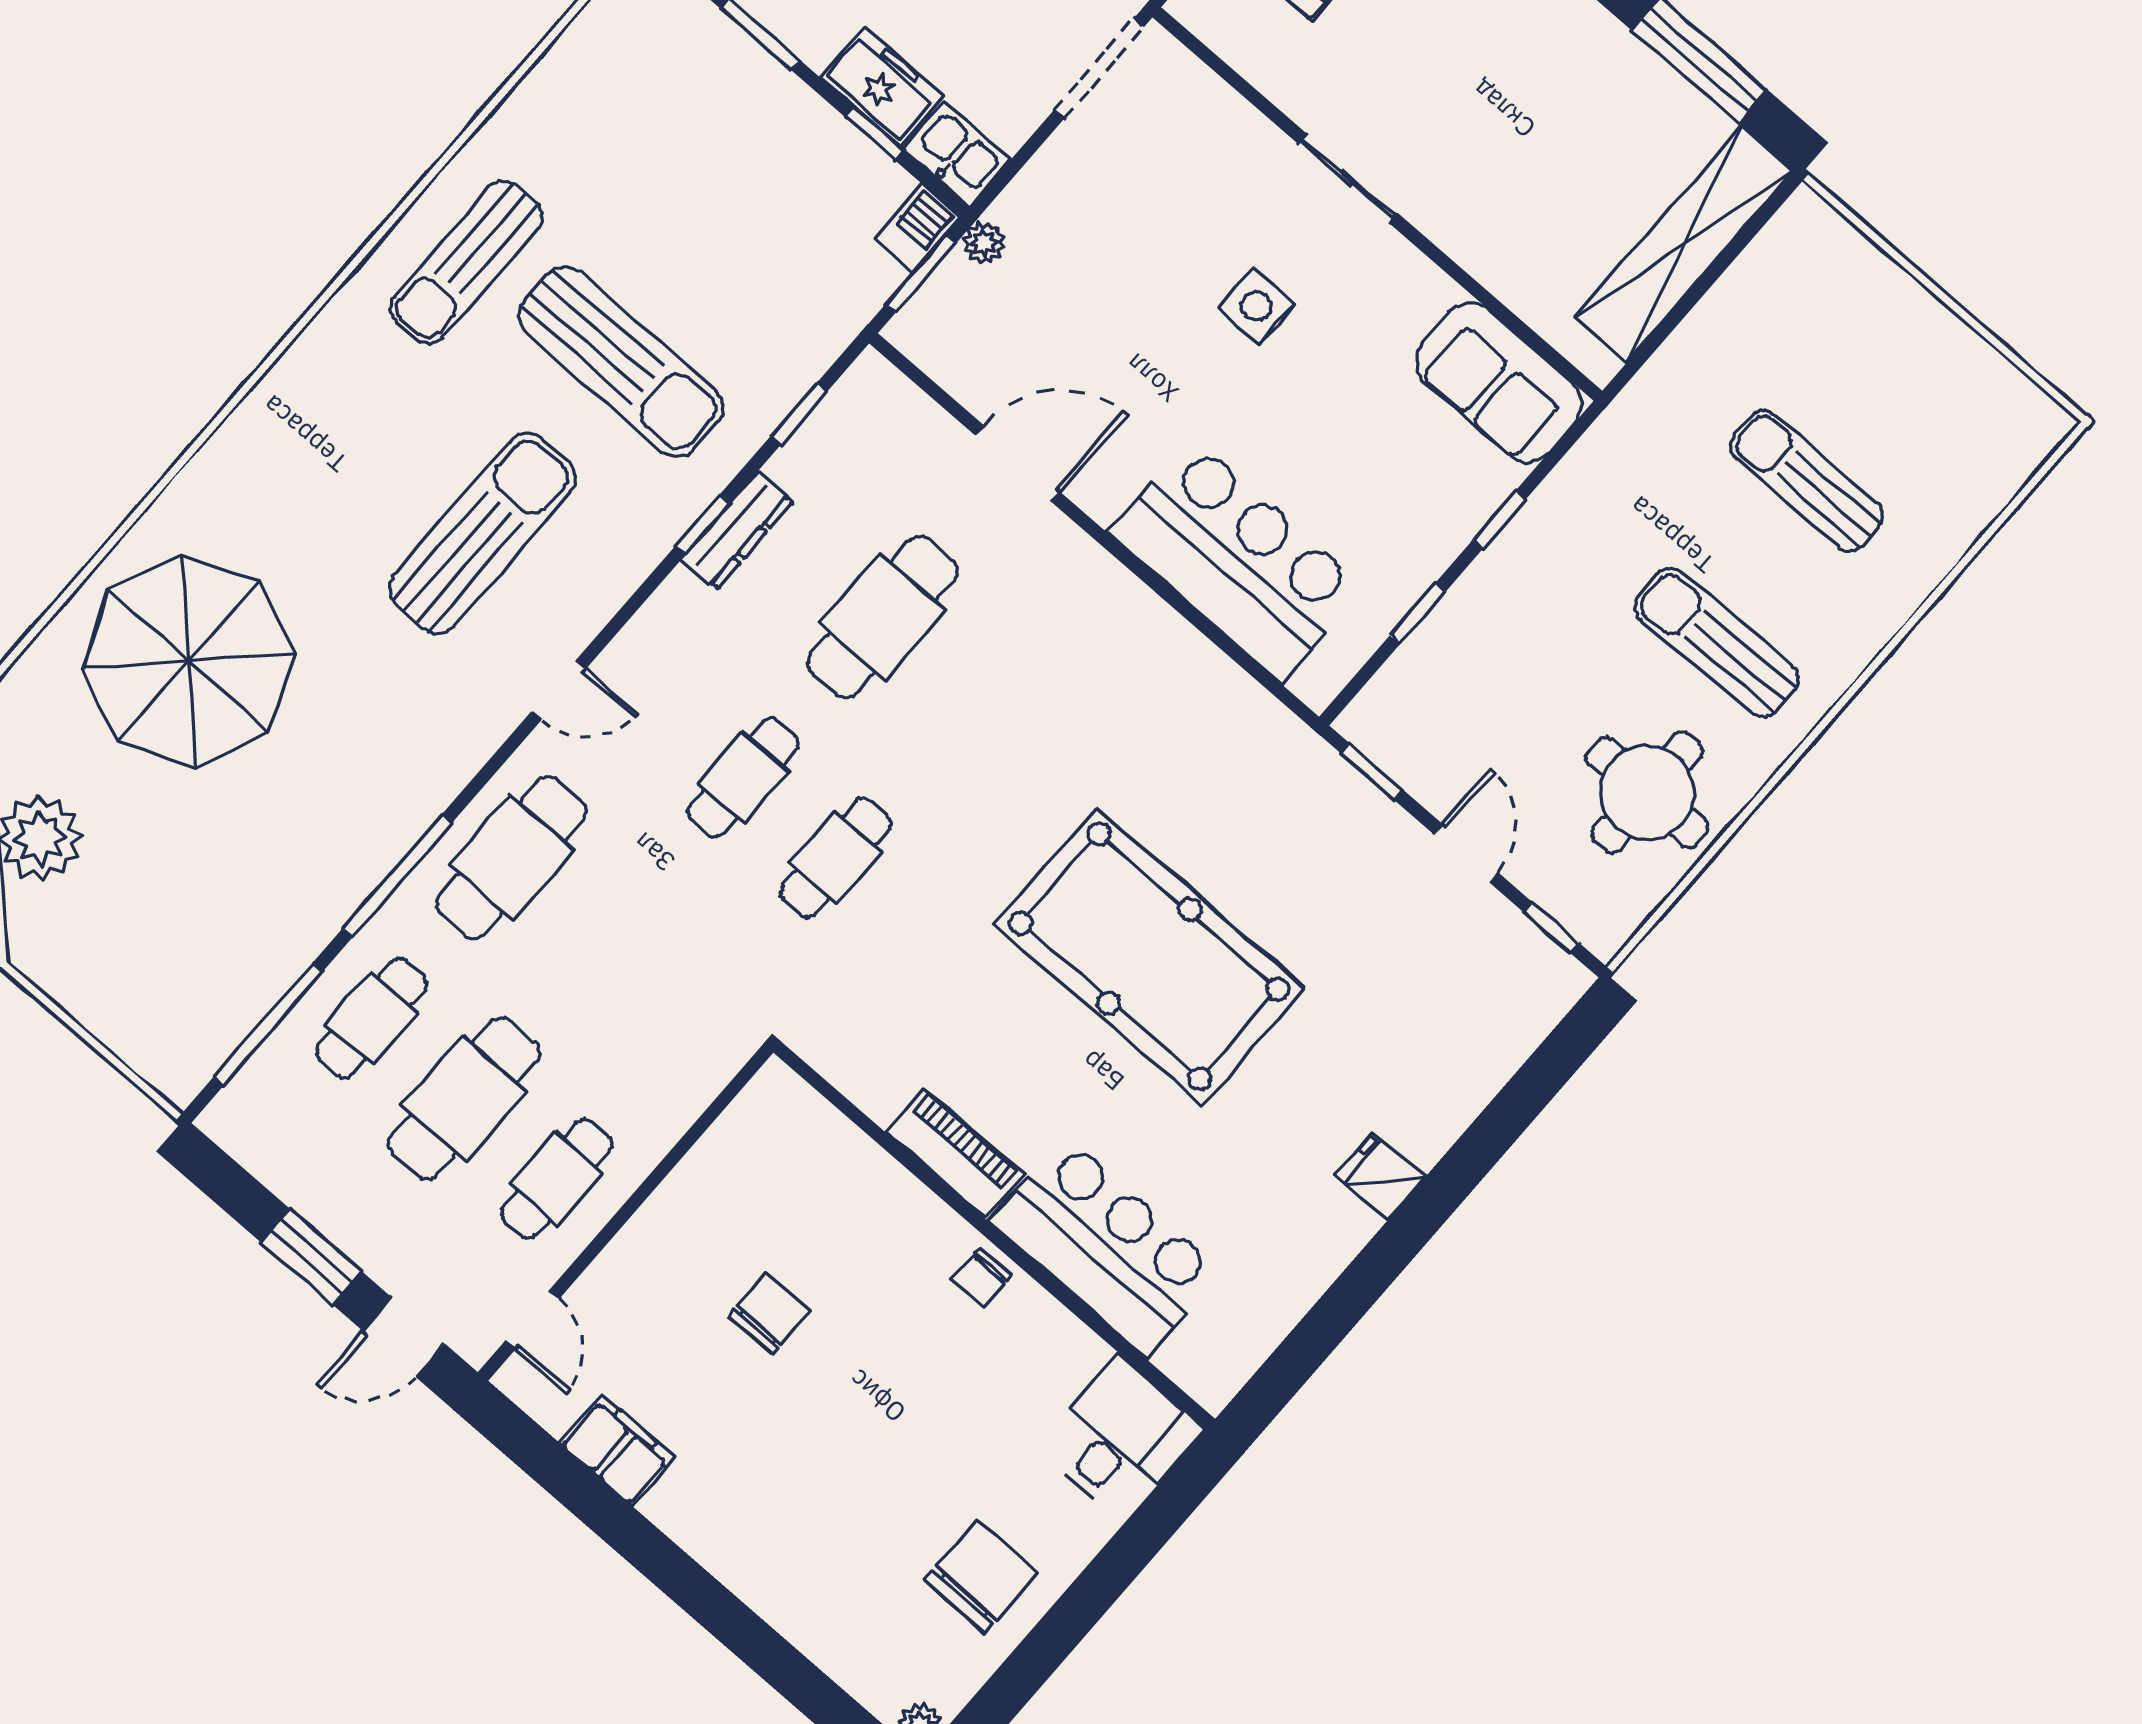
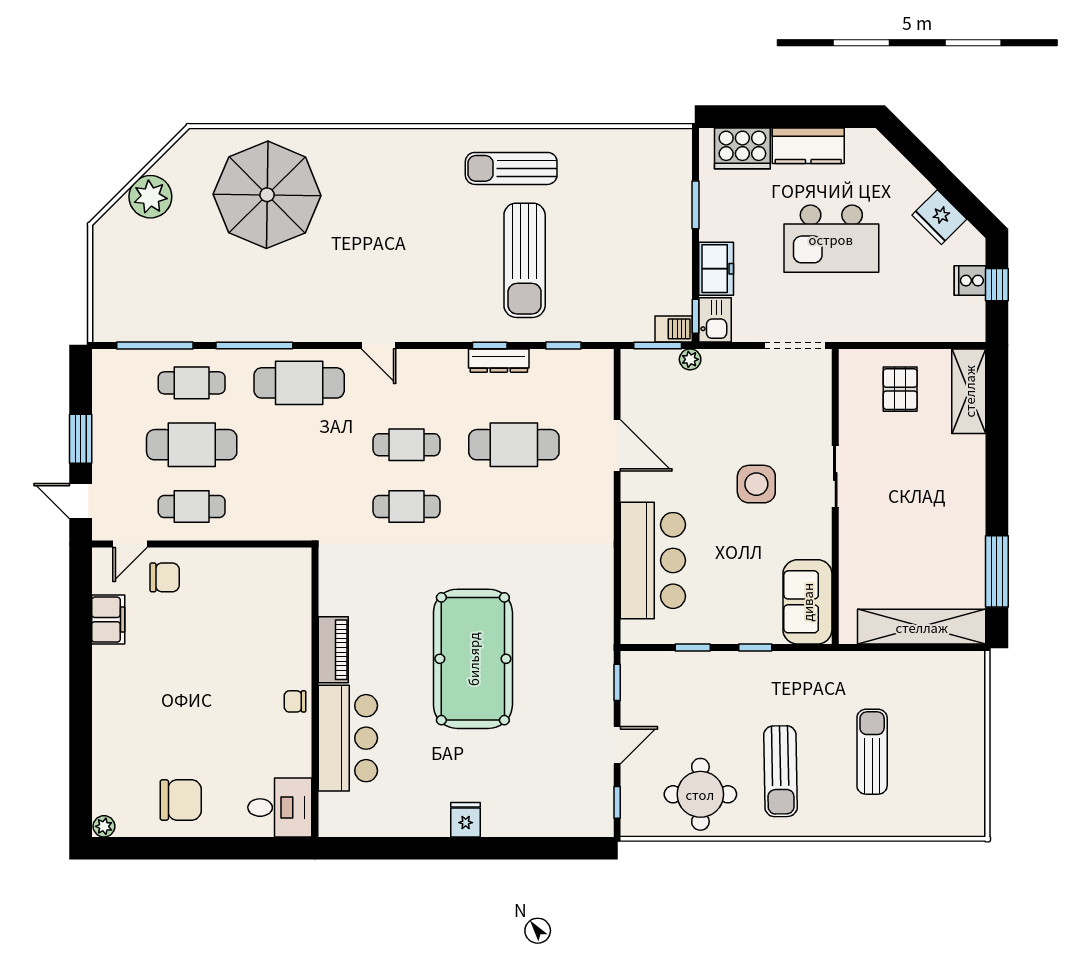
window: (875, 134) -> (695, 316), moved
side table: (1256, 306) -> (756, 484), width x1.37, depth x1.37
sun lounger: (482, 533) -> (413, 264), removed
sun lounger: (1717, 643) -> (780, 771), turned 180
chair: (769, 1314) -> (165, 577), moved

